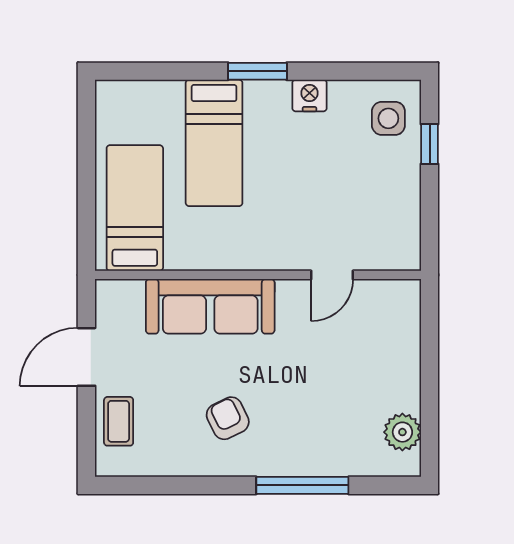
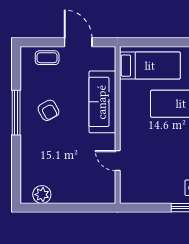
armchair: (228, 418) -> (49, 110), turned 87
window: (302, 485) -> (16, 113), moved

